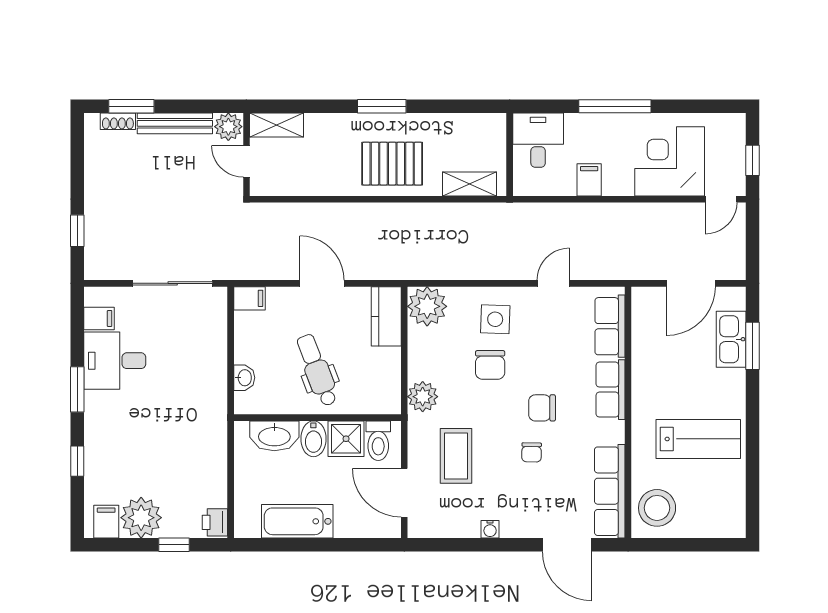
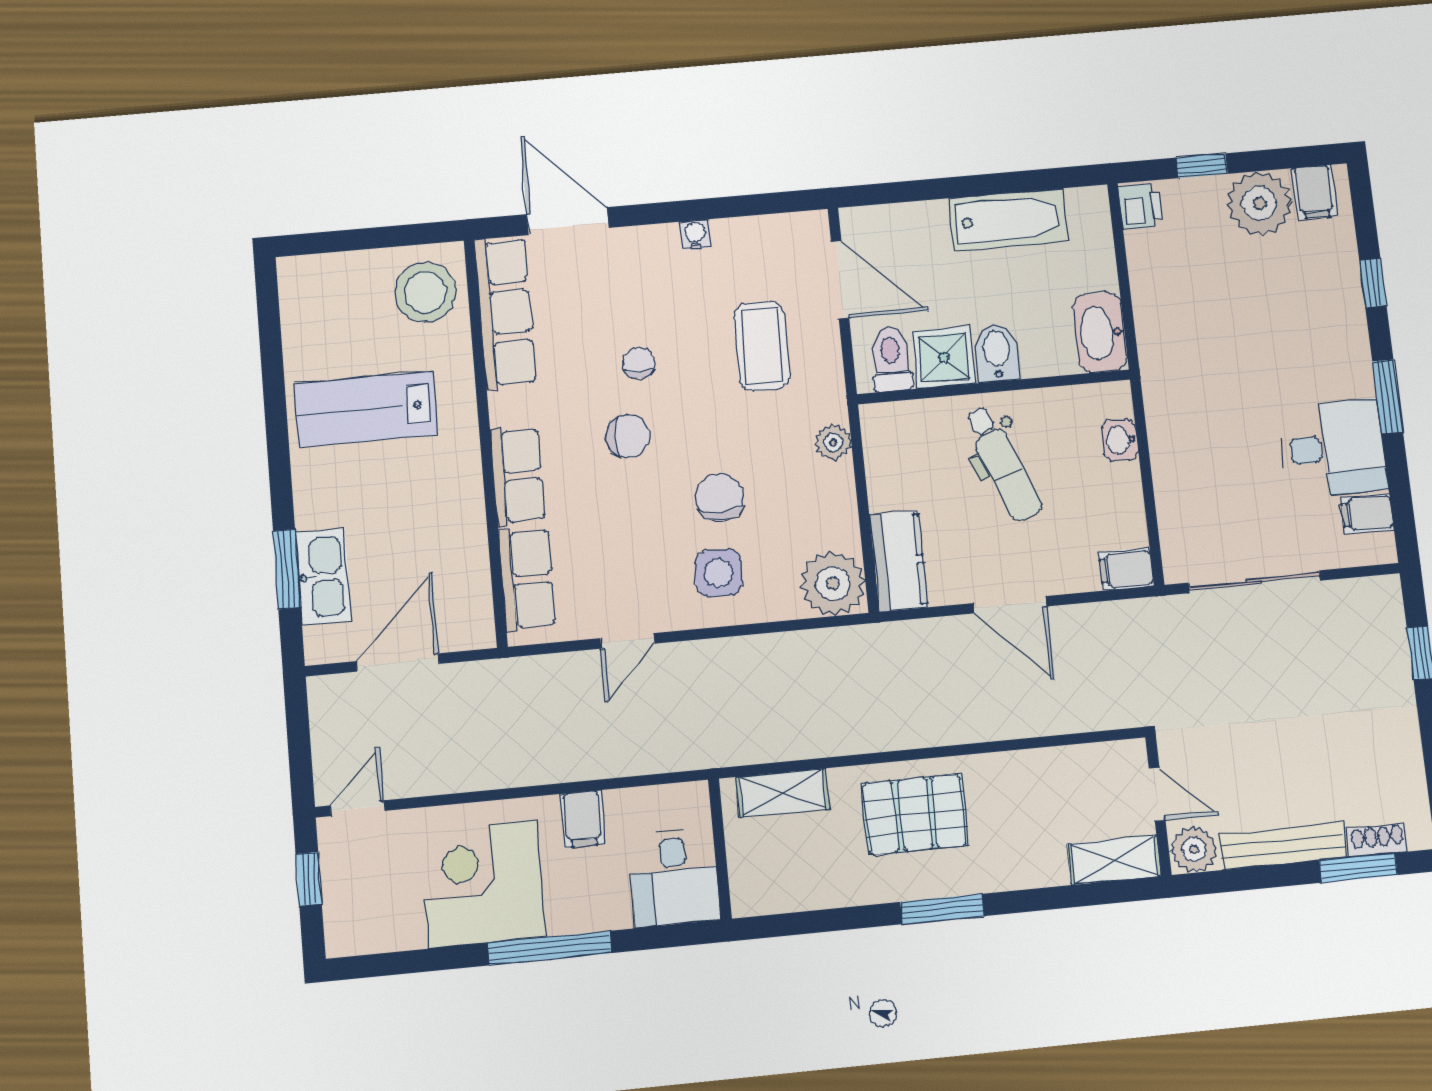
corner desk: (670, 161) -> (483, 884), moved, turned 180
plant: (423, 397) -> (833, 442), width x0.73, depth x0.73
washbasin: (274, 436) -> (1100, 333), moved, turned -90

